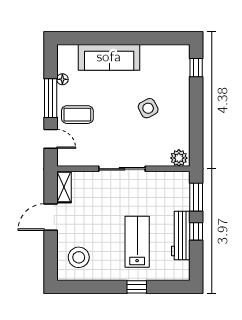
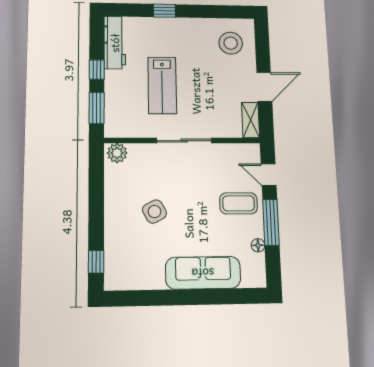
workbench: (181, 235) -> (115, 43), moved
lab bench: (137, 242) -> (162, 85), moved

